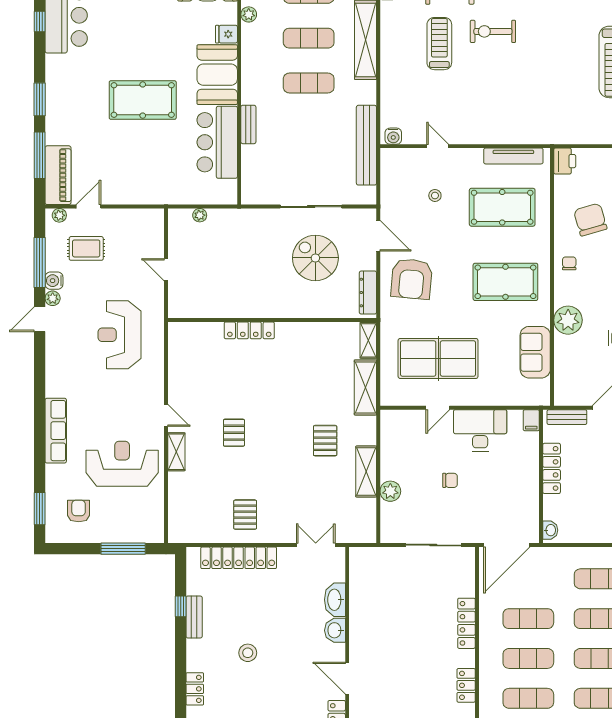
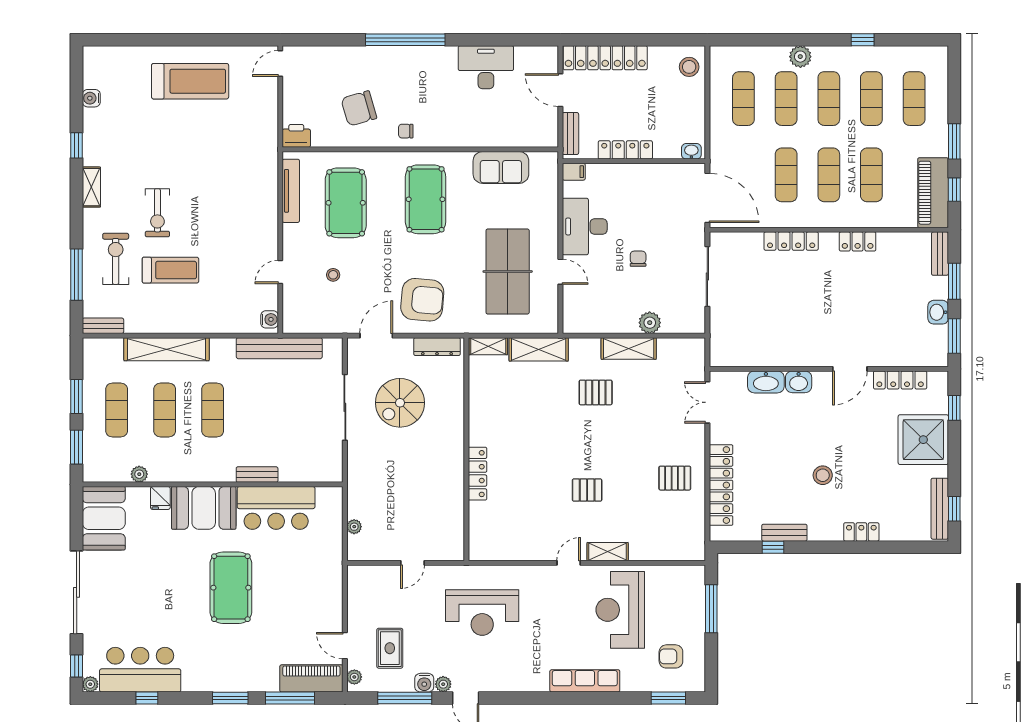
treadmill: (439, 44) -> (170, 270), turned 180
plant: (568, 320) -> (467, 132), removed

